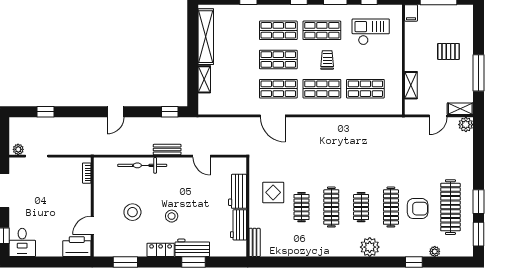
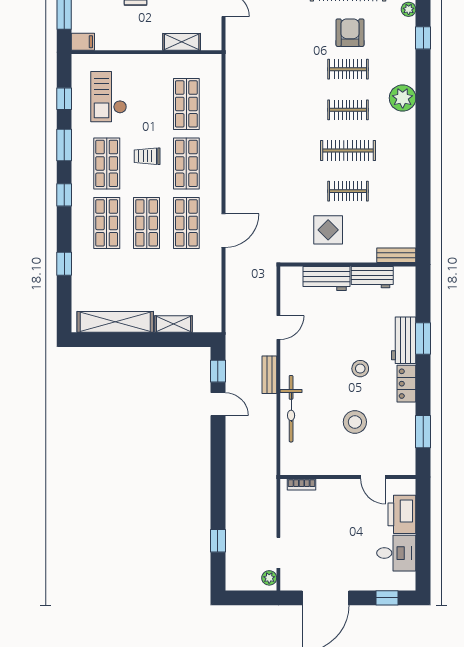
door: (115, 112) -> (218, 404), moved
clothes rail: (391, 207) -> (348, 69), width x0.73
desk: (22, 242) -> (396, 553), moved
printer: (77, 247) -> (402, 514), moved

